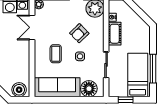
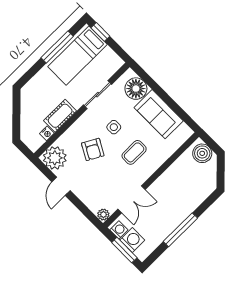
armchair: (79, 33) -> (93, 149), turned 73
sofa: (57, 87) -> (159, 114), width x0.73
window: (126, 100) -> (100, 32), moved

